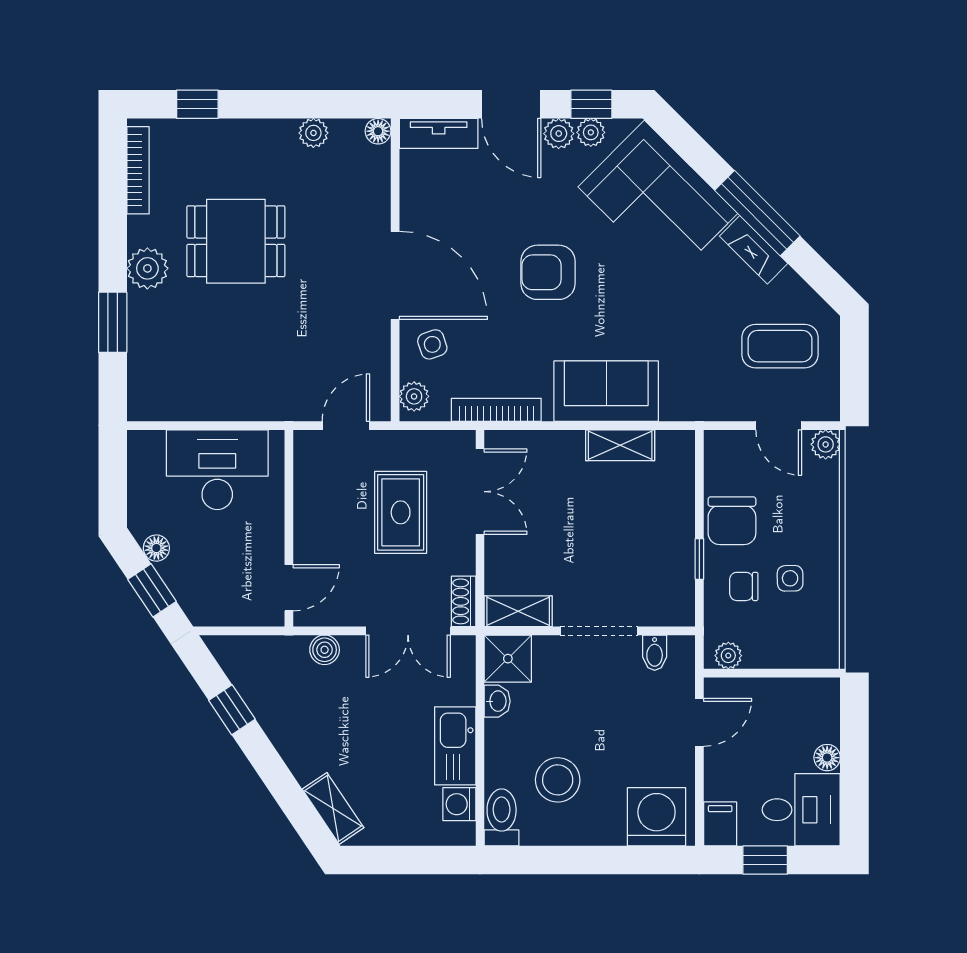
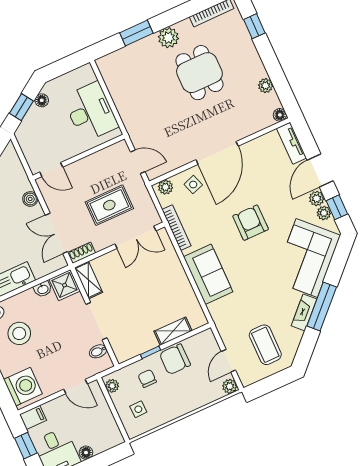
shelving: (620, 445) -> (173, 331), moved, turned 90
side table: (790, 578) -> (138, 409), moved

